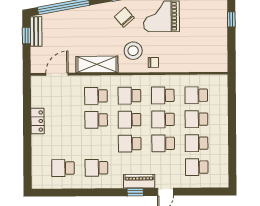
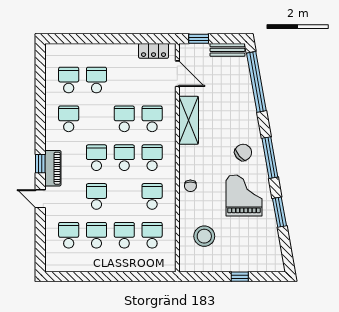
window: (26, 36) -> (199, 39), moved
stool: (133, 51) -> (204, 236), moved
school desk: (163, 119) -> (96, 80), moved
locker: (38, 121) -> (154, 51), moved

